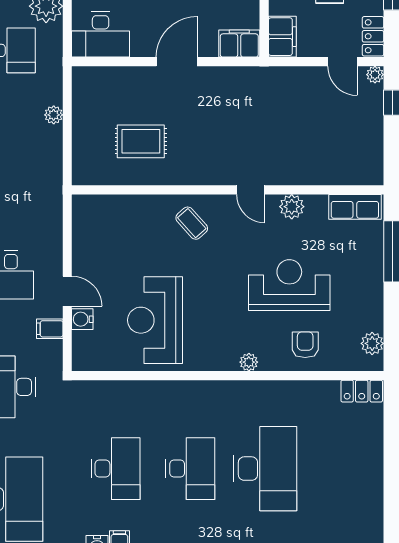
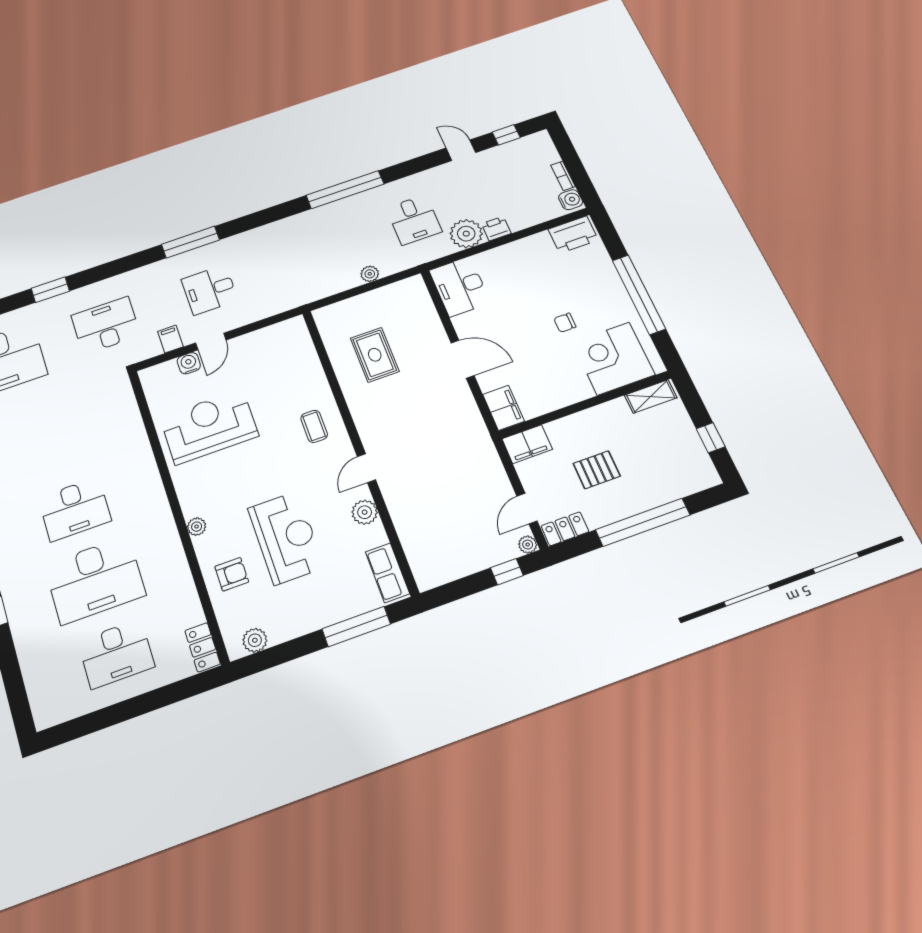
coffee table: (192, 223) -> (314, 426), turned -48
desk: (116, 469) -> (116, 654), moved

